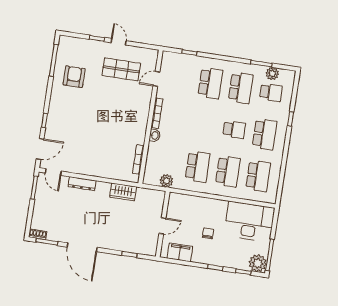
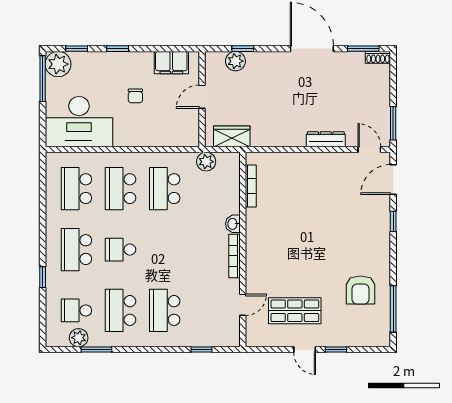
wardrobe: (123, 192) -> (232, 136), moved
plant: (136, 247) -> (235, 61), added

